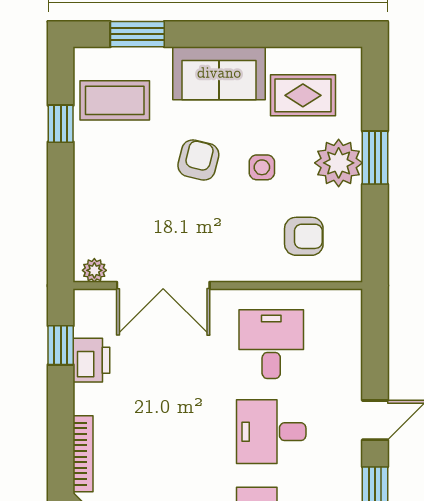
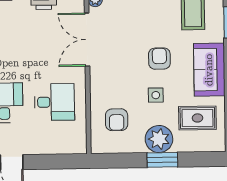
rug: (303, 95) -> (197, 118), turned 90
armchair: (198, 160) -> (159, 59), turned -104

